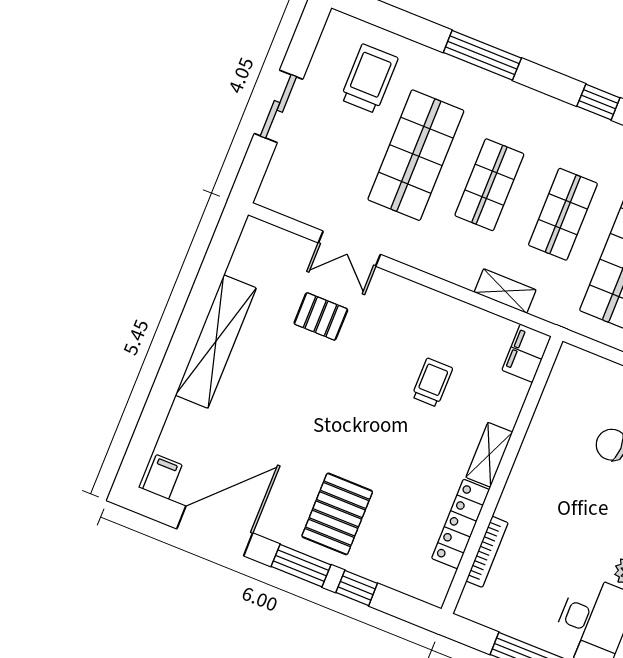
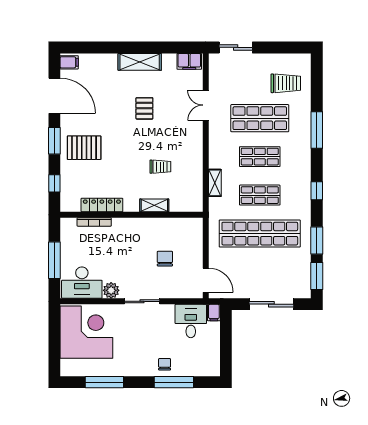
sliding door: (278, 106) -> (236, 47), moved
pallet: (321, 316) -> (144, 108), moved
shelving: (216, 342) -> (140, 62), width x0.68
filing cabinet: (527, 353) -> (189, 61), moved, turned 180
shelving: (489, 455) -> (154, 205), moved
window: (357, 588) -> (54, 183), moved

